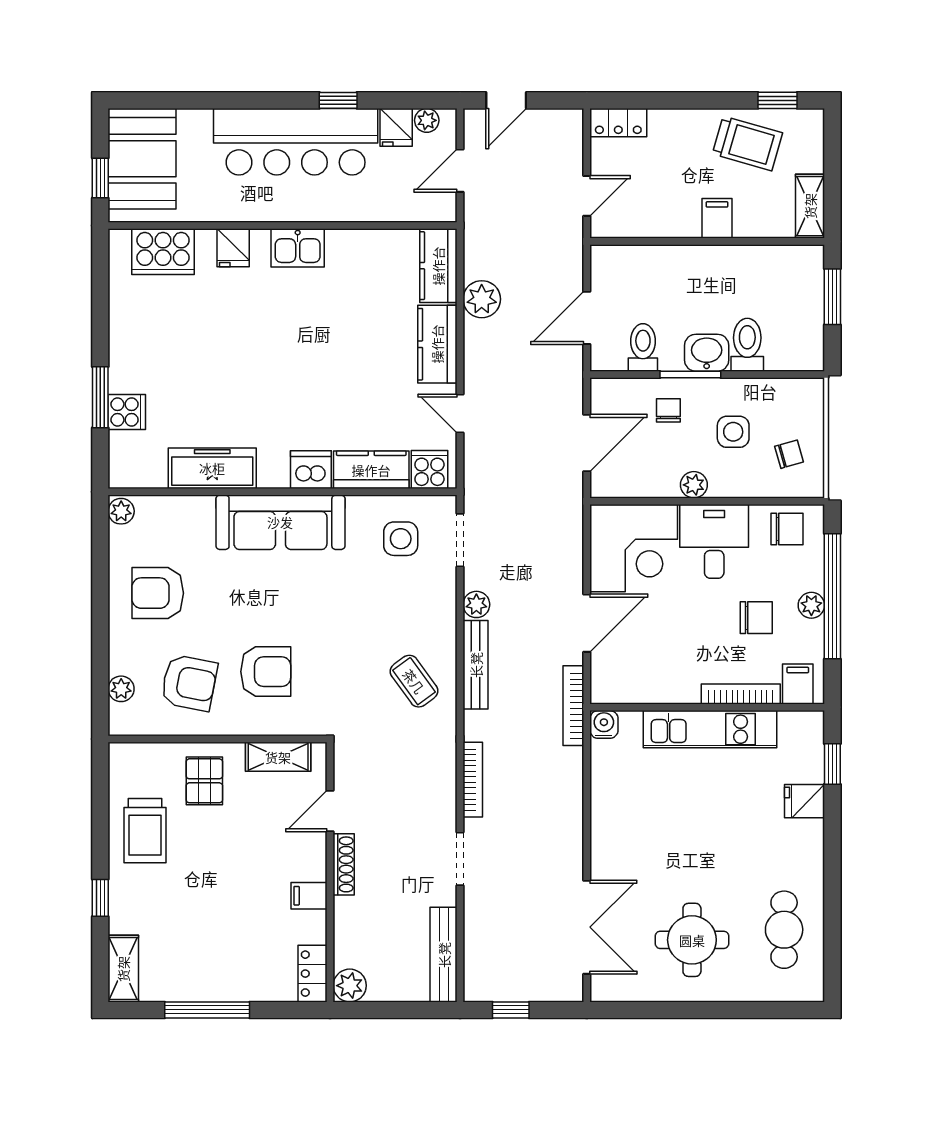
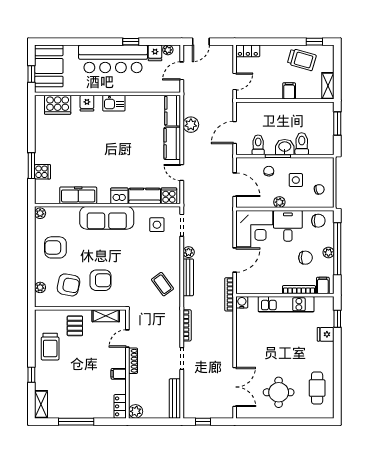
door: (587, 443) -> (235, 185), hinge flipped

